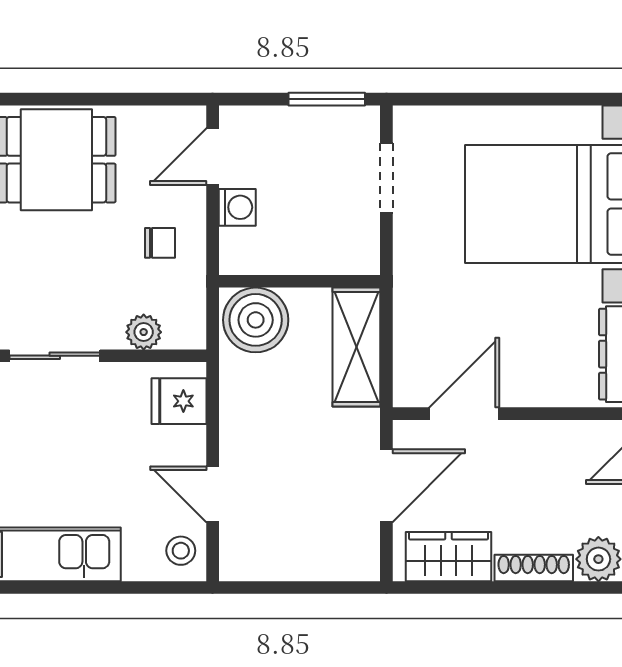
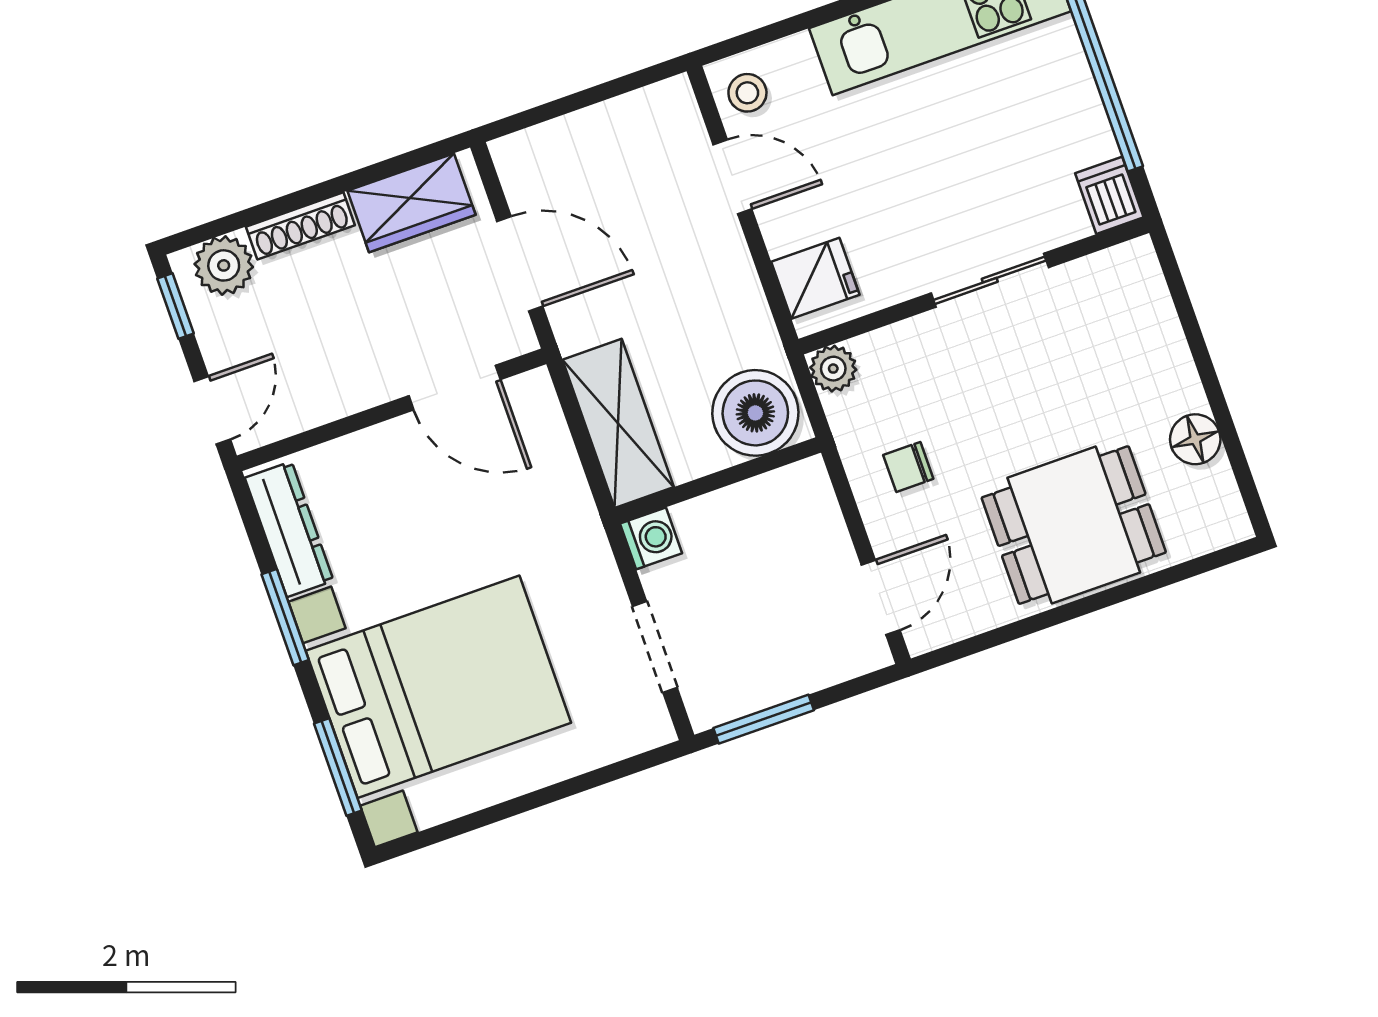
washing machine: (237, 207) -> (651, 538), moved, turned 180
plant: (144, 332) -> (833, 369), moved
door: (464, 414) -> (455, 388), hinge flipped
door: (386, 486) -> (520, 264), swing flipped

